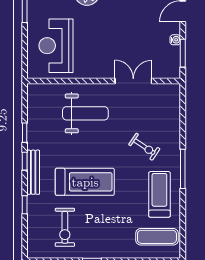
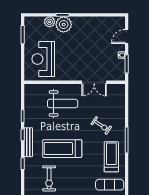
double door: (133, 81) -> (94, 82), swing flipped
treadmill: (85, 182) -> (62, 149), turned 180

